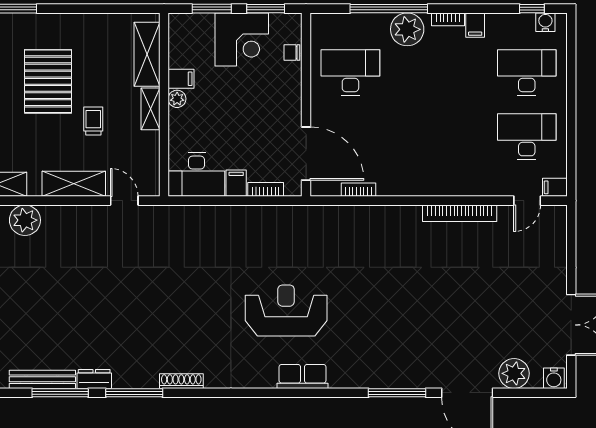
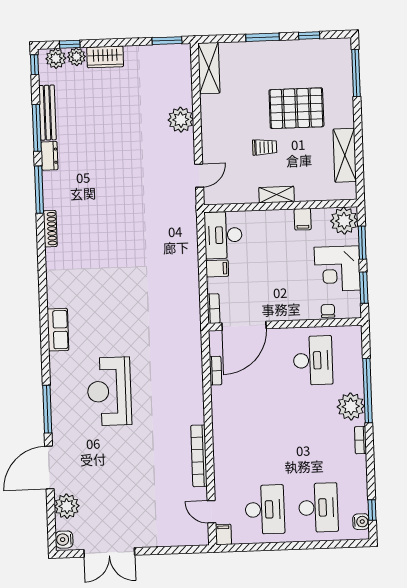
filing cabinet: (475, 25) -> (356, 463), removed
shelving: (147, 54) -> (345, 155), moved, turned 90
plant: (177, 99) -> (344, 221), moved, width x1.88, depth x1.88
shelving: (74, 184) -> (212, 133), removed
bookcase: (266, 189) -> (213, 309), moved
plant: (25, 220) -> (181, 120), moved
reception desk: (286, 310) -> (109, 391), moved, turned 180

